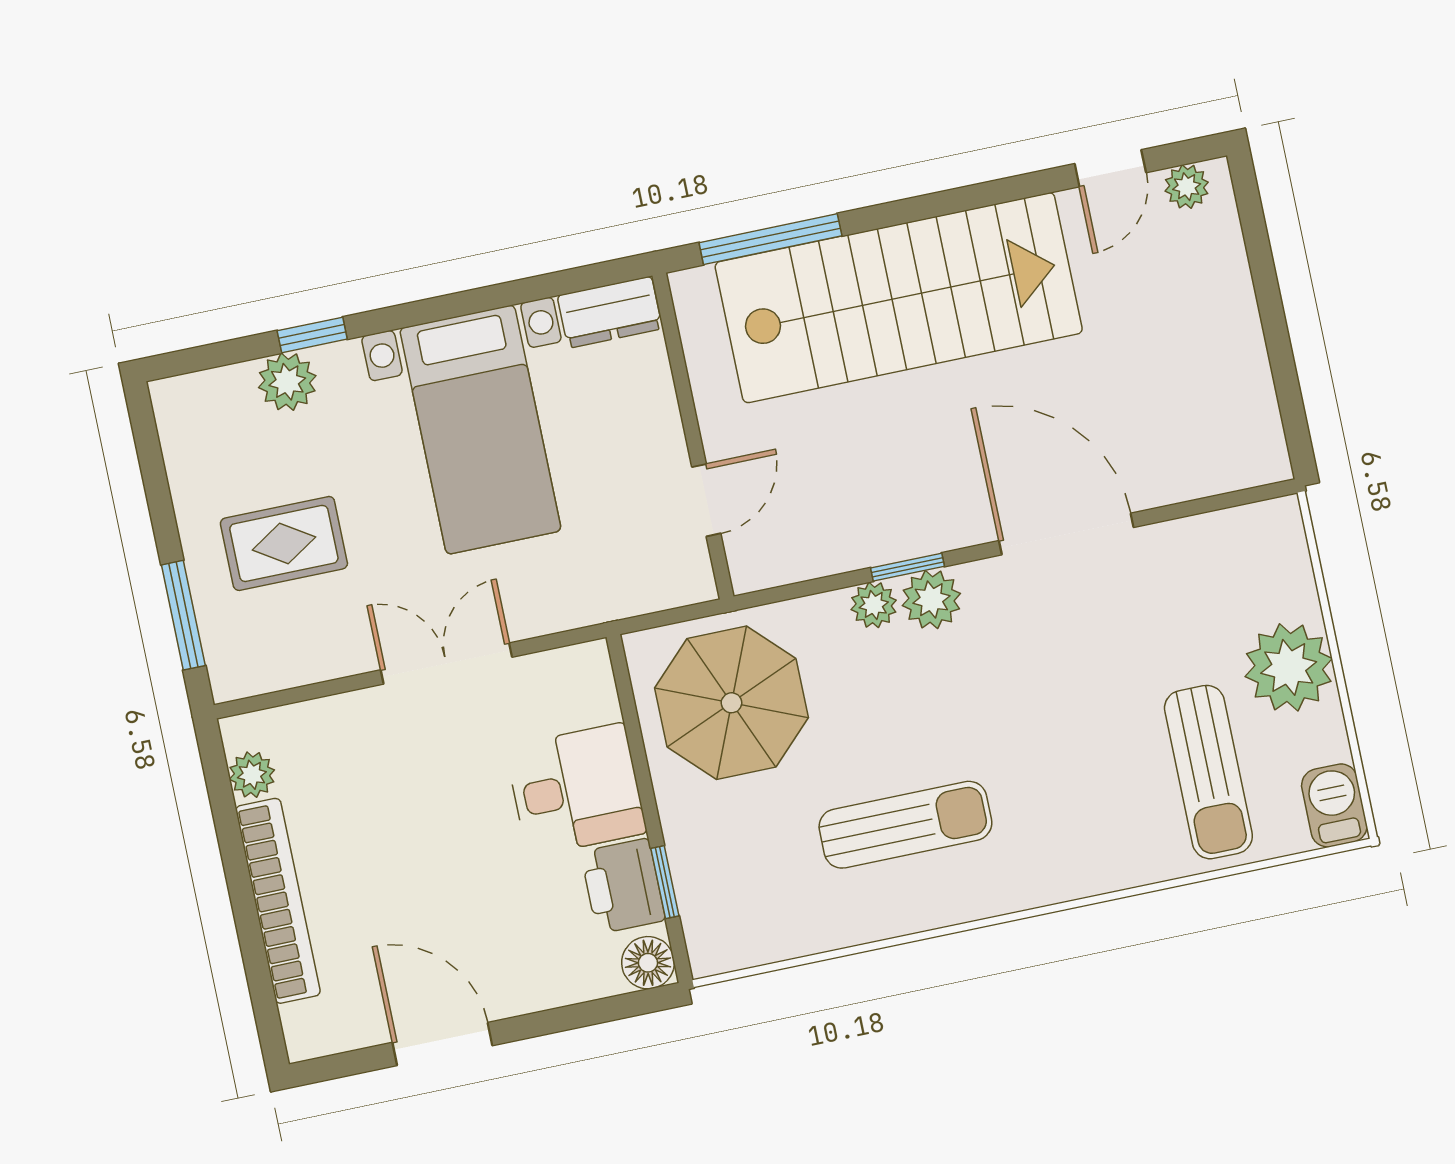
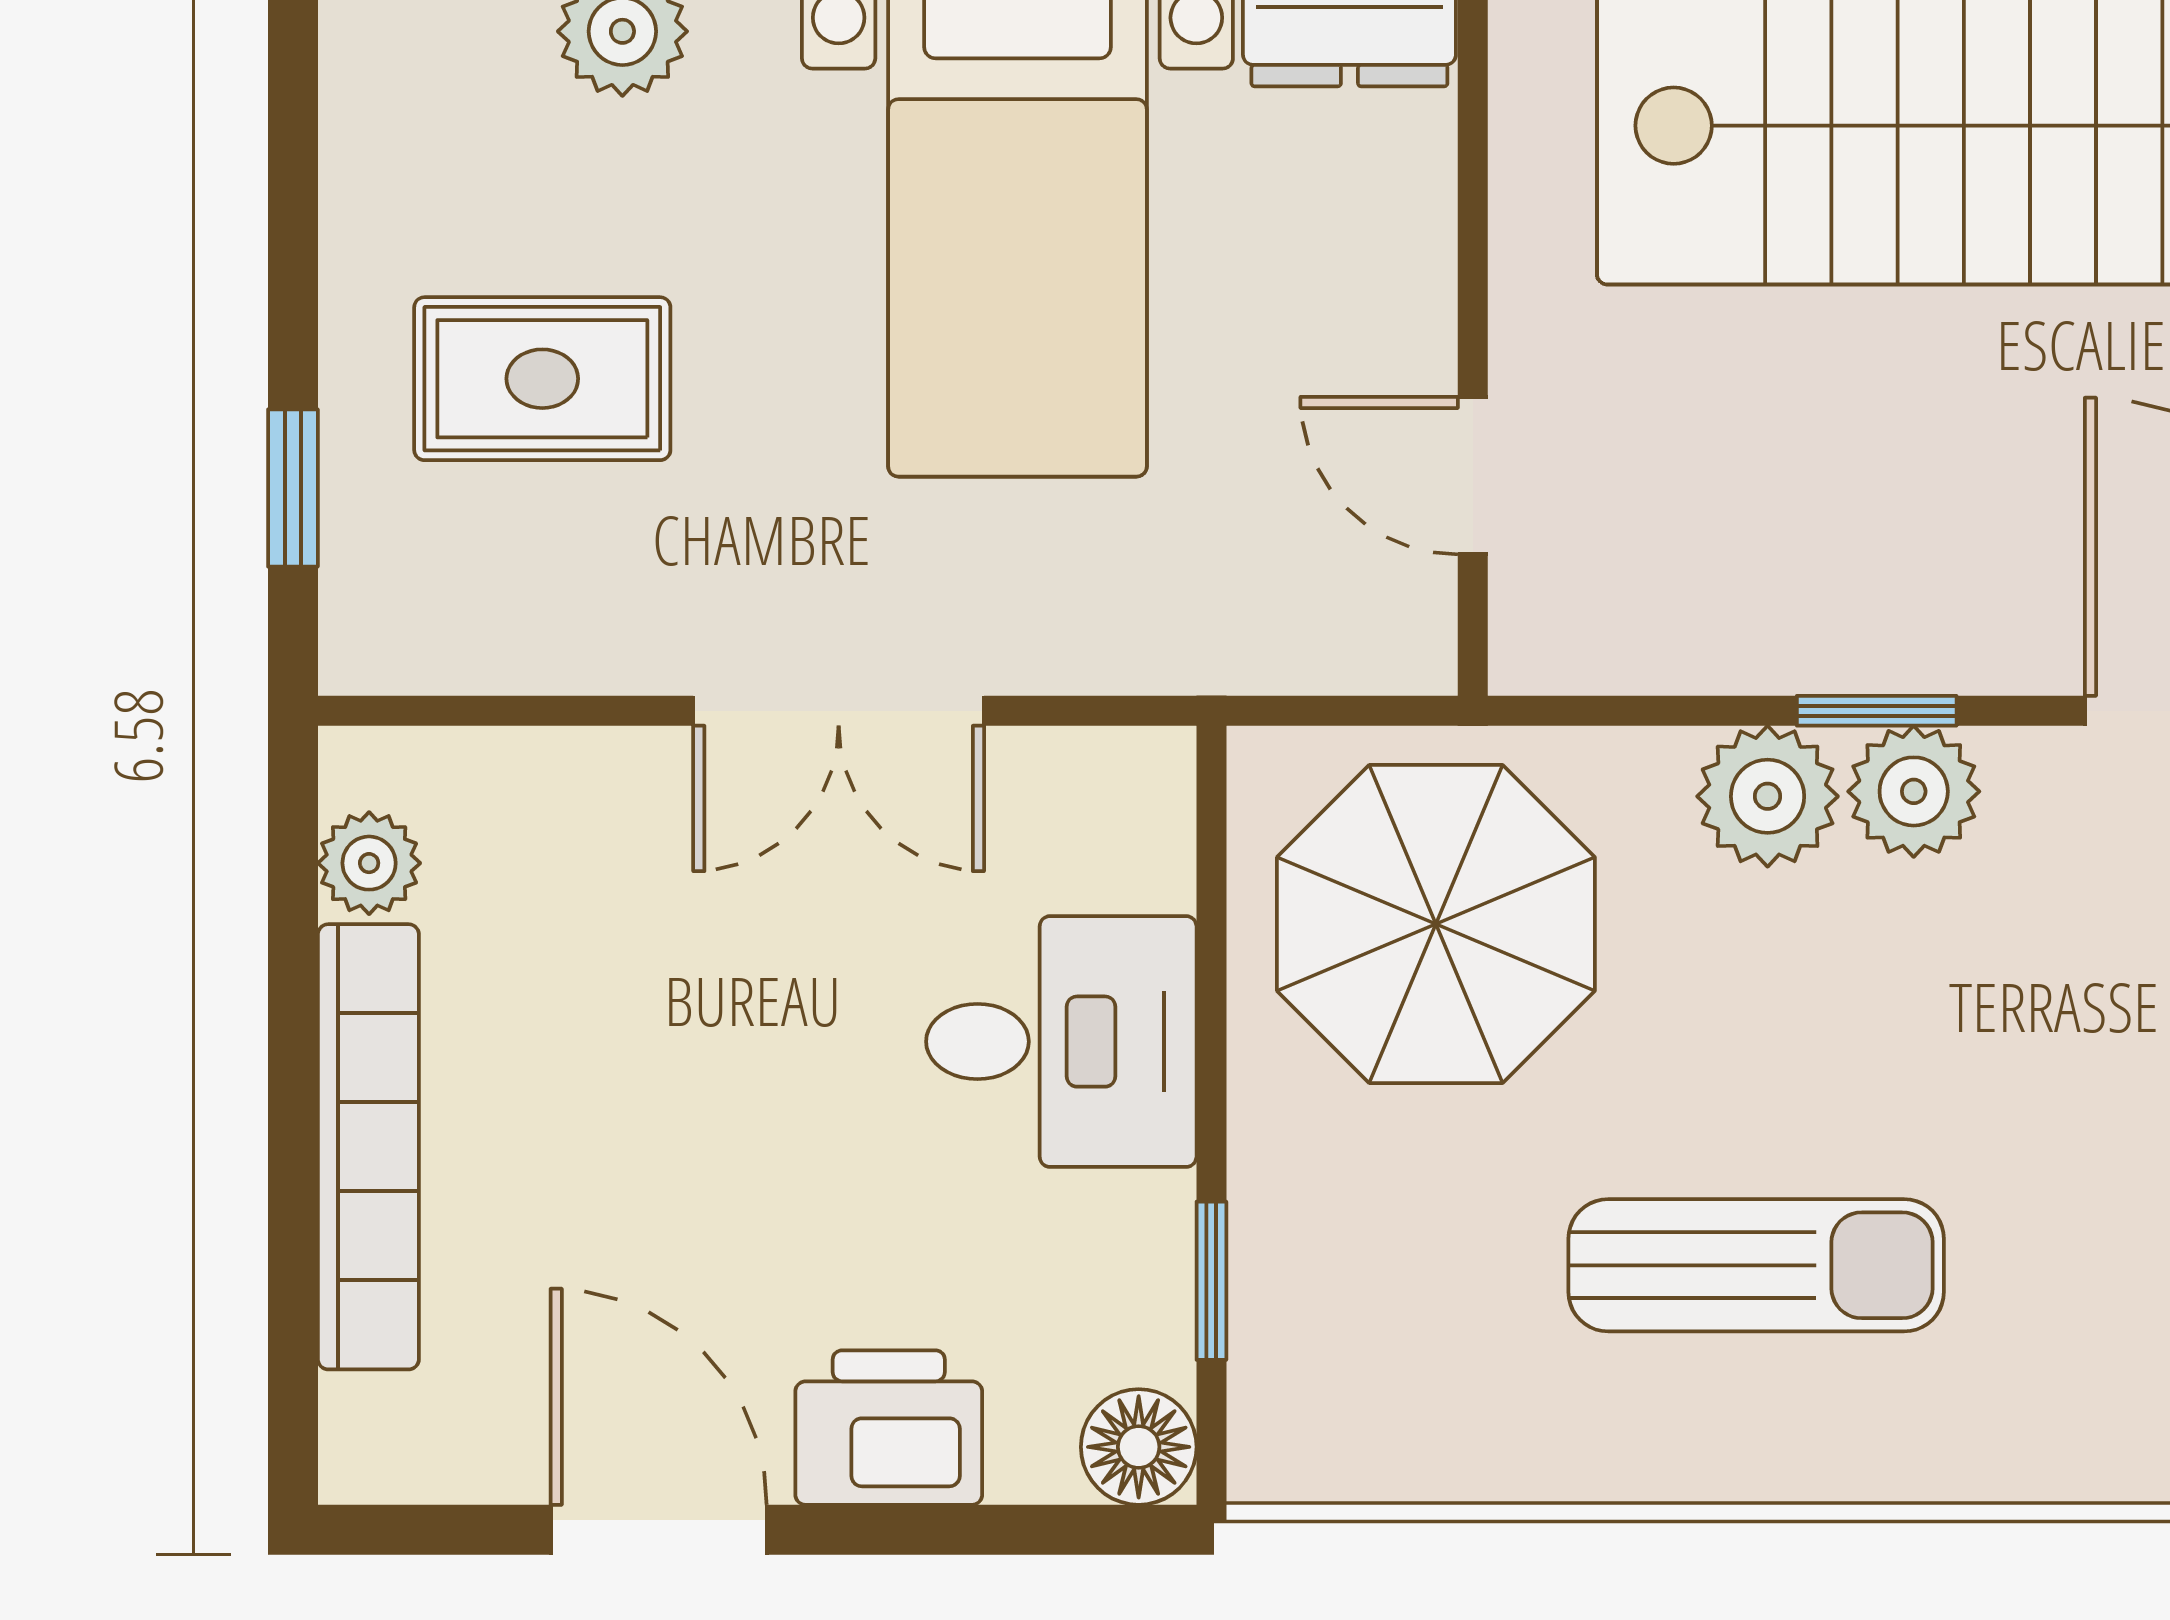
door: (706, 500) -> (1473, 476), swing flipped
plant: (874, 605) -> (1768, 796), width x1.38, depth x1.38
window: (183, 615) -> (293, 488), width x0.67
double door: (446, 664) -> (839, 711), swing flipped
printer: (623, 886) -> (889, 1428), moved, turned 90

